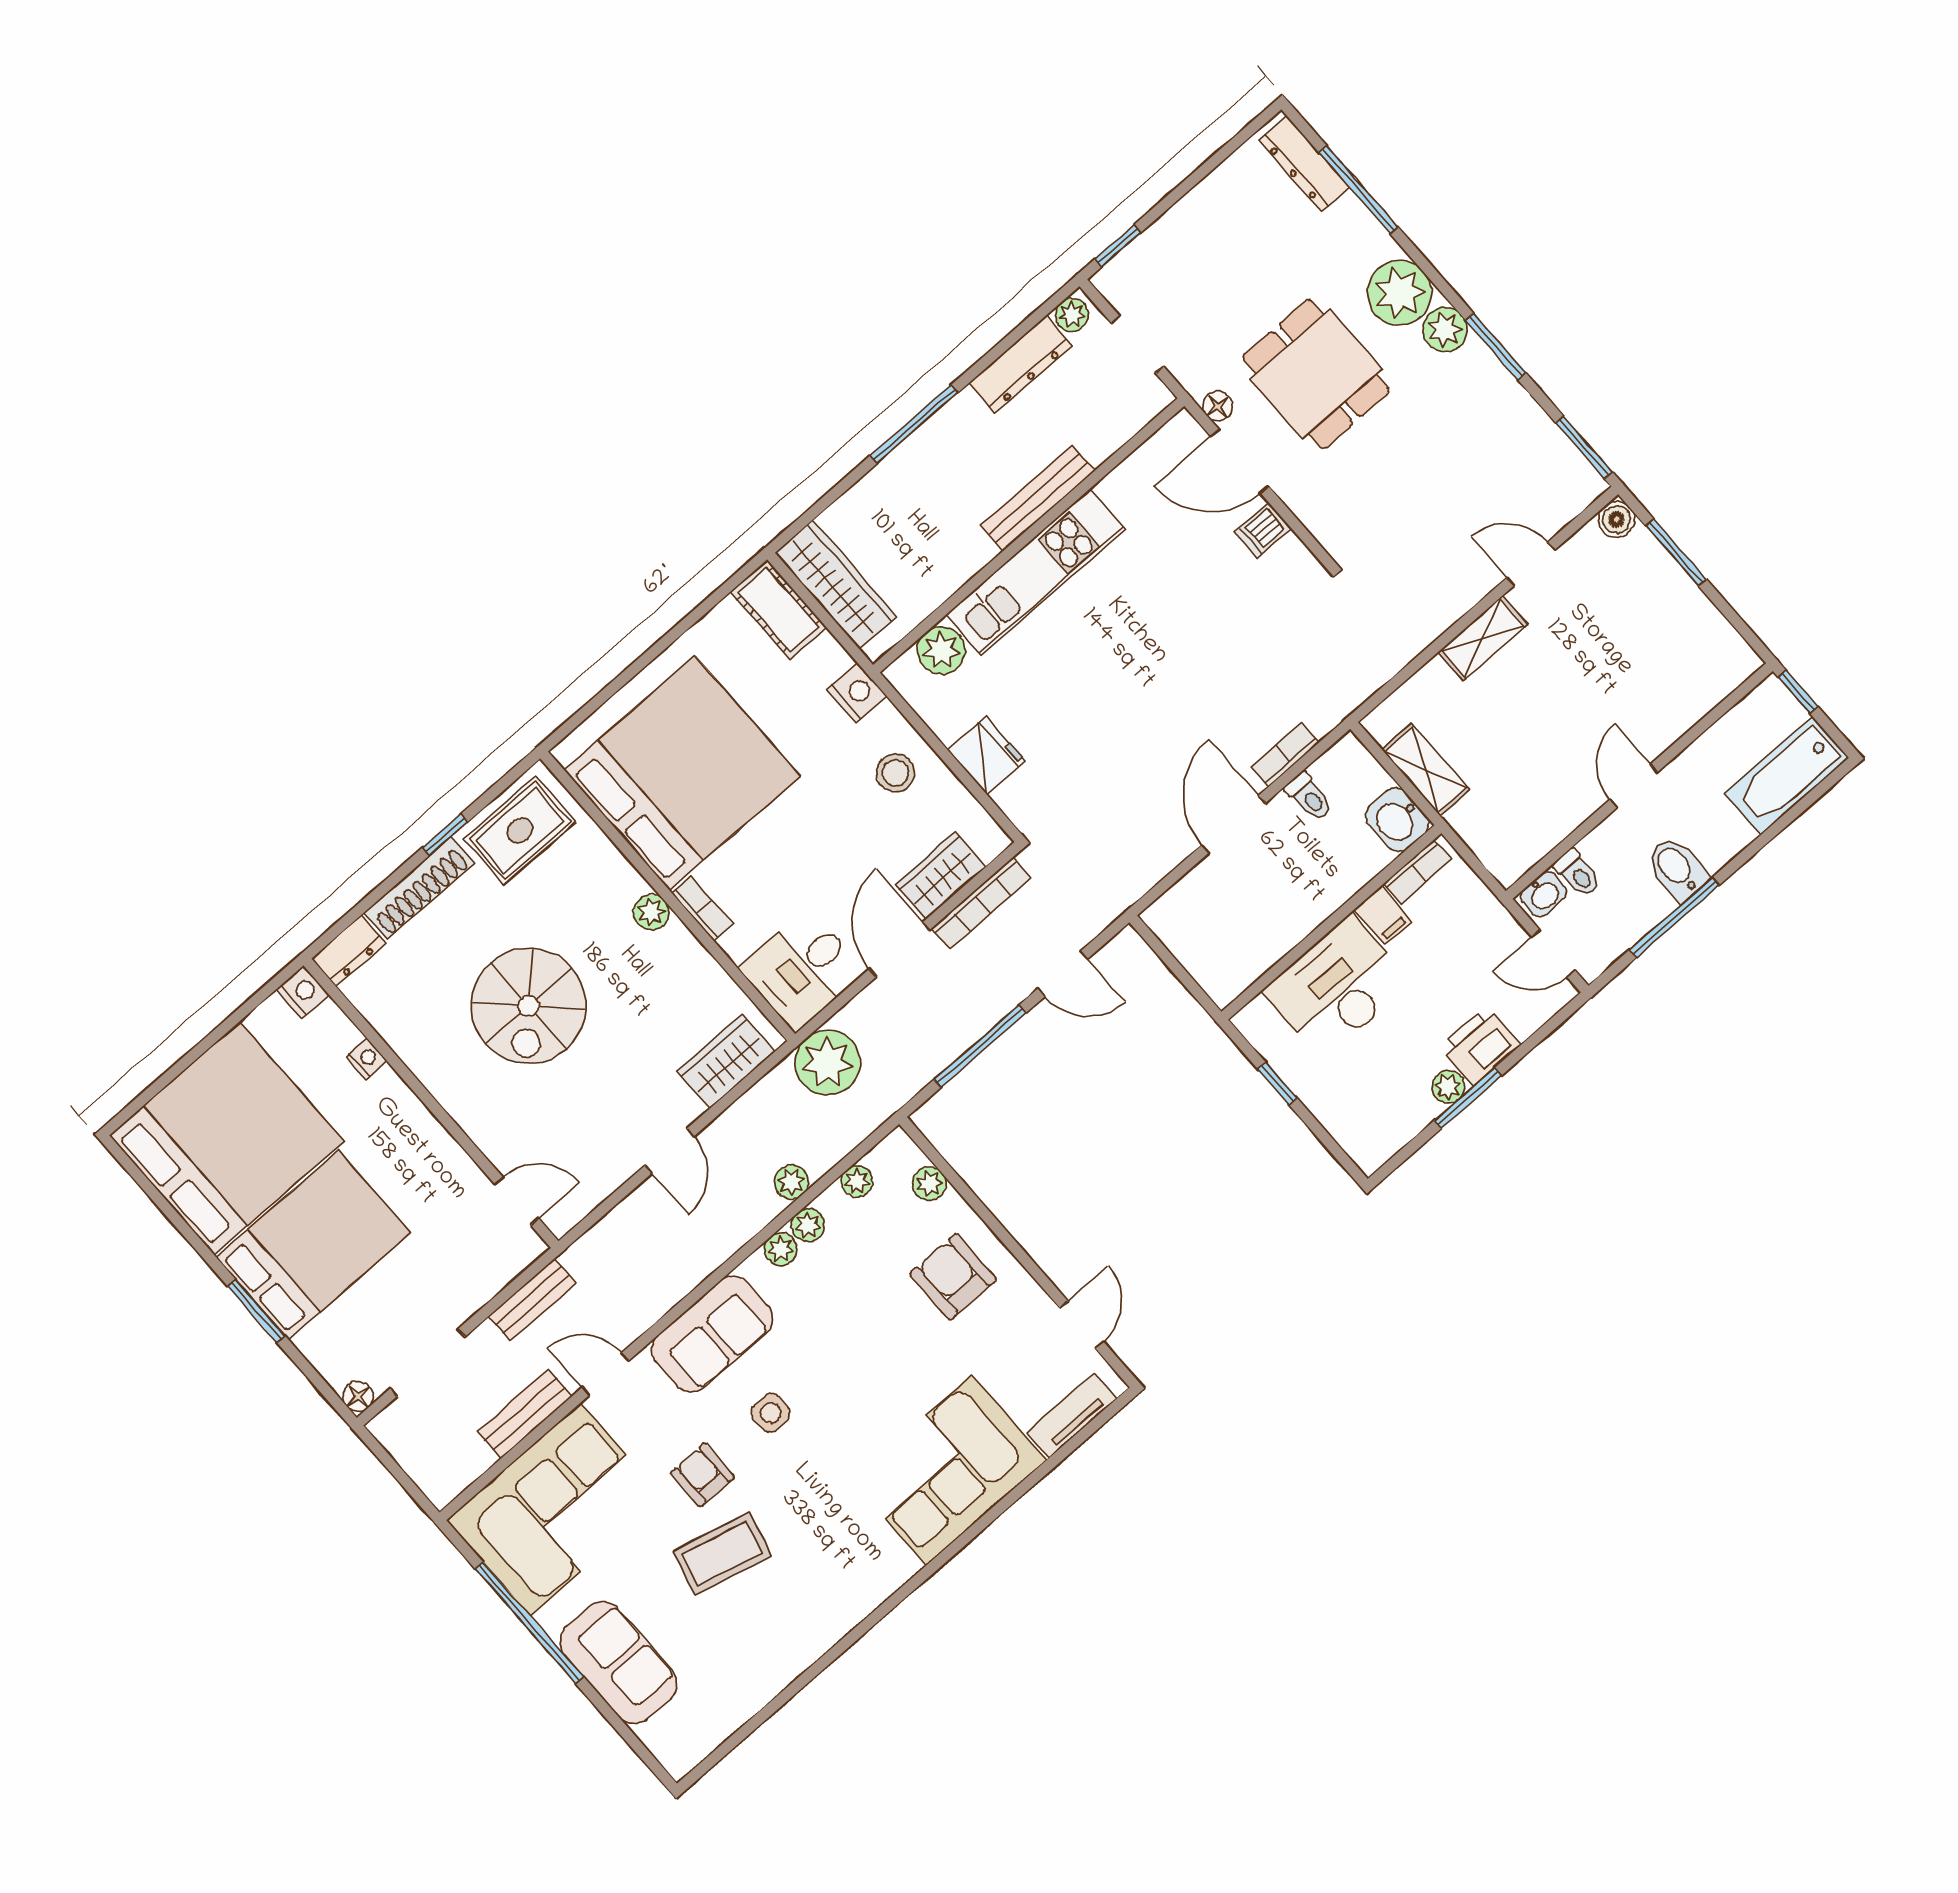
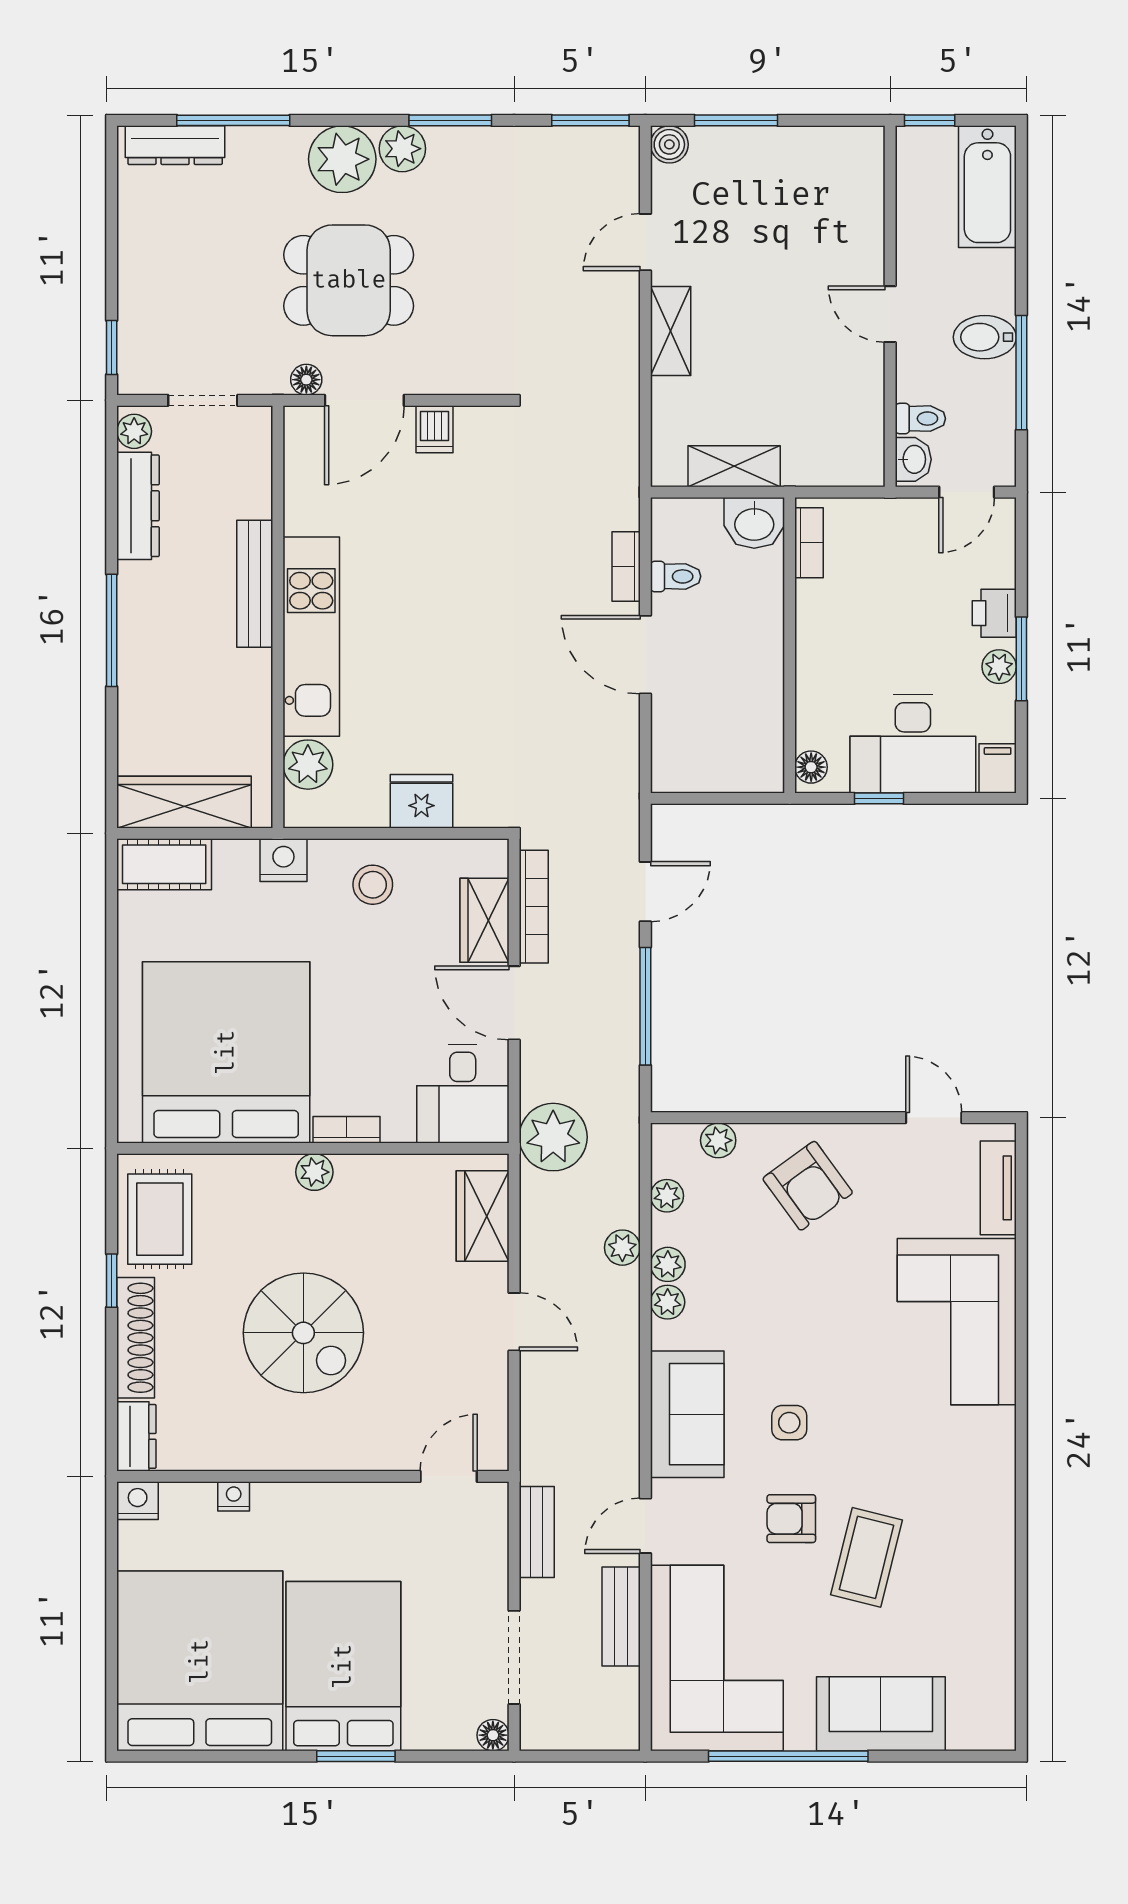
filing cabinet: (1383, 916) -> (998, 768), moved, turned -90
desk: (1337, 987) -> (913, 744), moved, turned -90
floor lamp: (1257, 1015) -> (811, 767), added
printer: (1480, 1046) -> (994, 613), width x0.73, depth x0.81
armchair: (953, 1277) -> (808, 1186), turned -126

